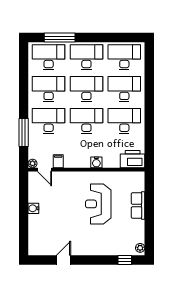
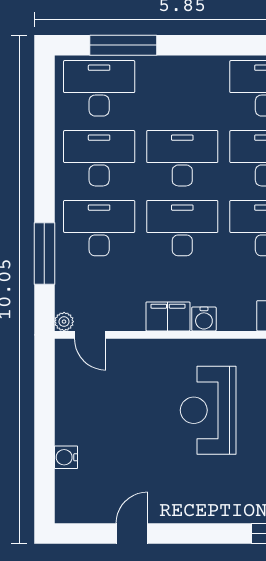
desk: (86, 57) -> (182, 88), removed
filing cabinet: (58, 161) -> (168, 316), moved, width x2.00
water cooler: (33, 208) -> (66, 457), moved

